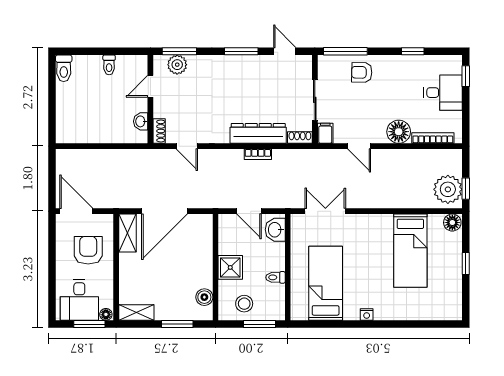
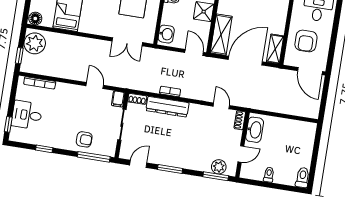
door: (285, 51) -> (138, 164), swing flipped
washbasin: (141, 121) -> (255, 130), width x1.91, depth x1.45
floor lamp: (399, 132) -> (64, 91), removed
window: (466, 189) -> (19, 56), moved
door: (249, 211) -> (194, 52), moved
shelving: (202, 241) -> (221, 35), added

